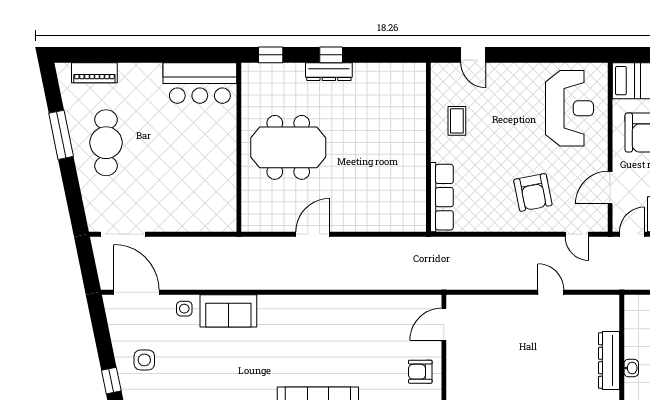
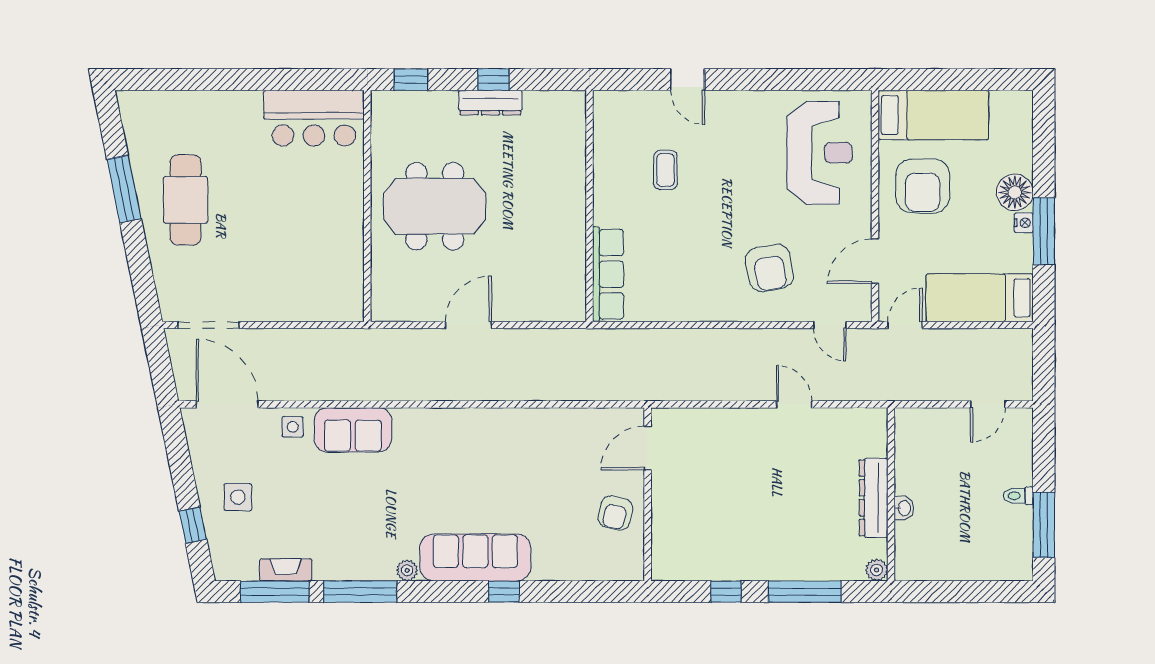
piano: (94, 73) -> (170, 104), removed
wall: (428, 147) -> (589, 206), moved
row of seats: (442, 197) -> (608, 274), moved
armchair: (420, 372) -> (615, 513), turned -77

